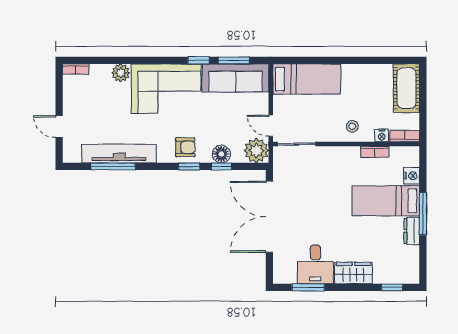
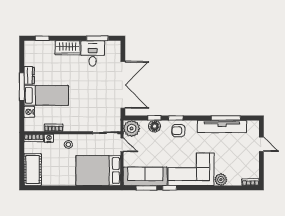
bed: (307, 79) -> (98, 171), width x1.50

